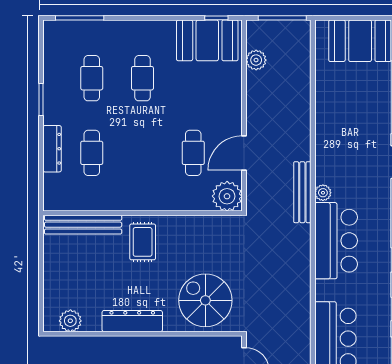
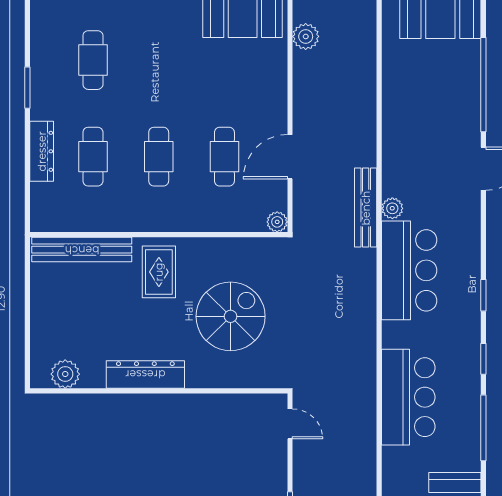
cafe table: (142, 78) -> (159, 157), moved
plant: (227, 196) -> (277, 222), width x0.53, depth x0.53
spiral stairs: (205, 300) -> (231, 316), moved, turned 90

